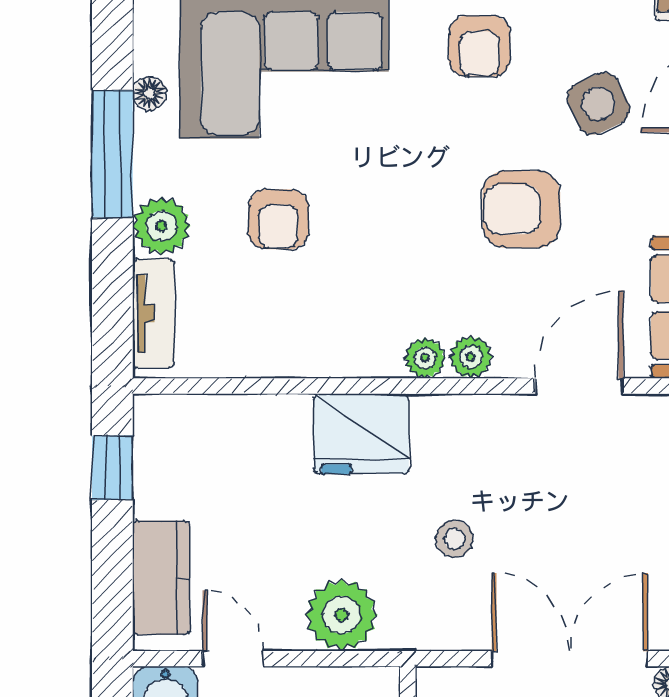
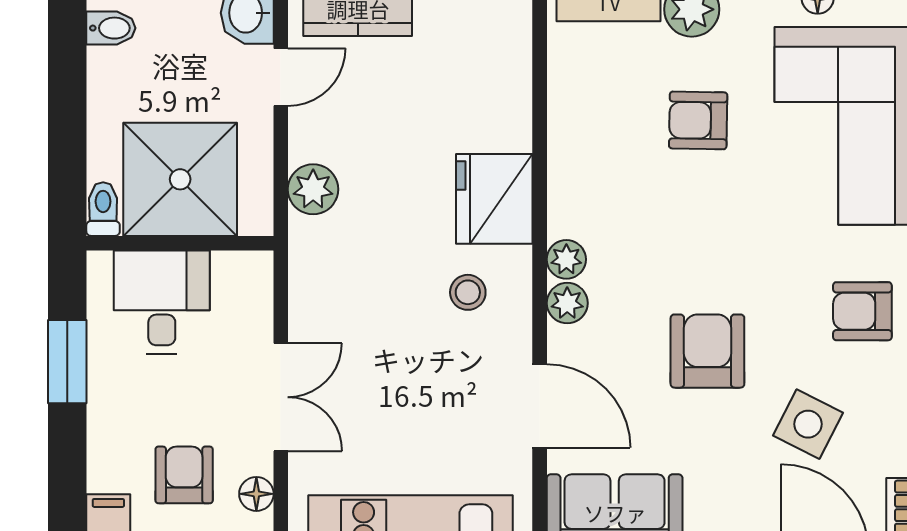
side table: (598, 104) -> (808, 424), turned -38
stool: (454, 539) -> (468, 292), moved
plant: (341, 615) -> (313, 189), width x0.73, depth x0.73
double door: (570, 659) -> (281, 397), width x0.73

